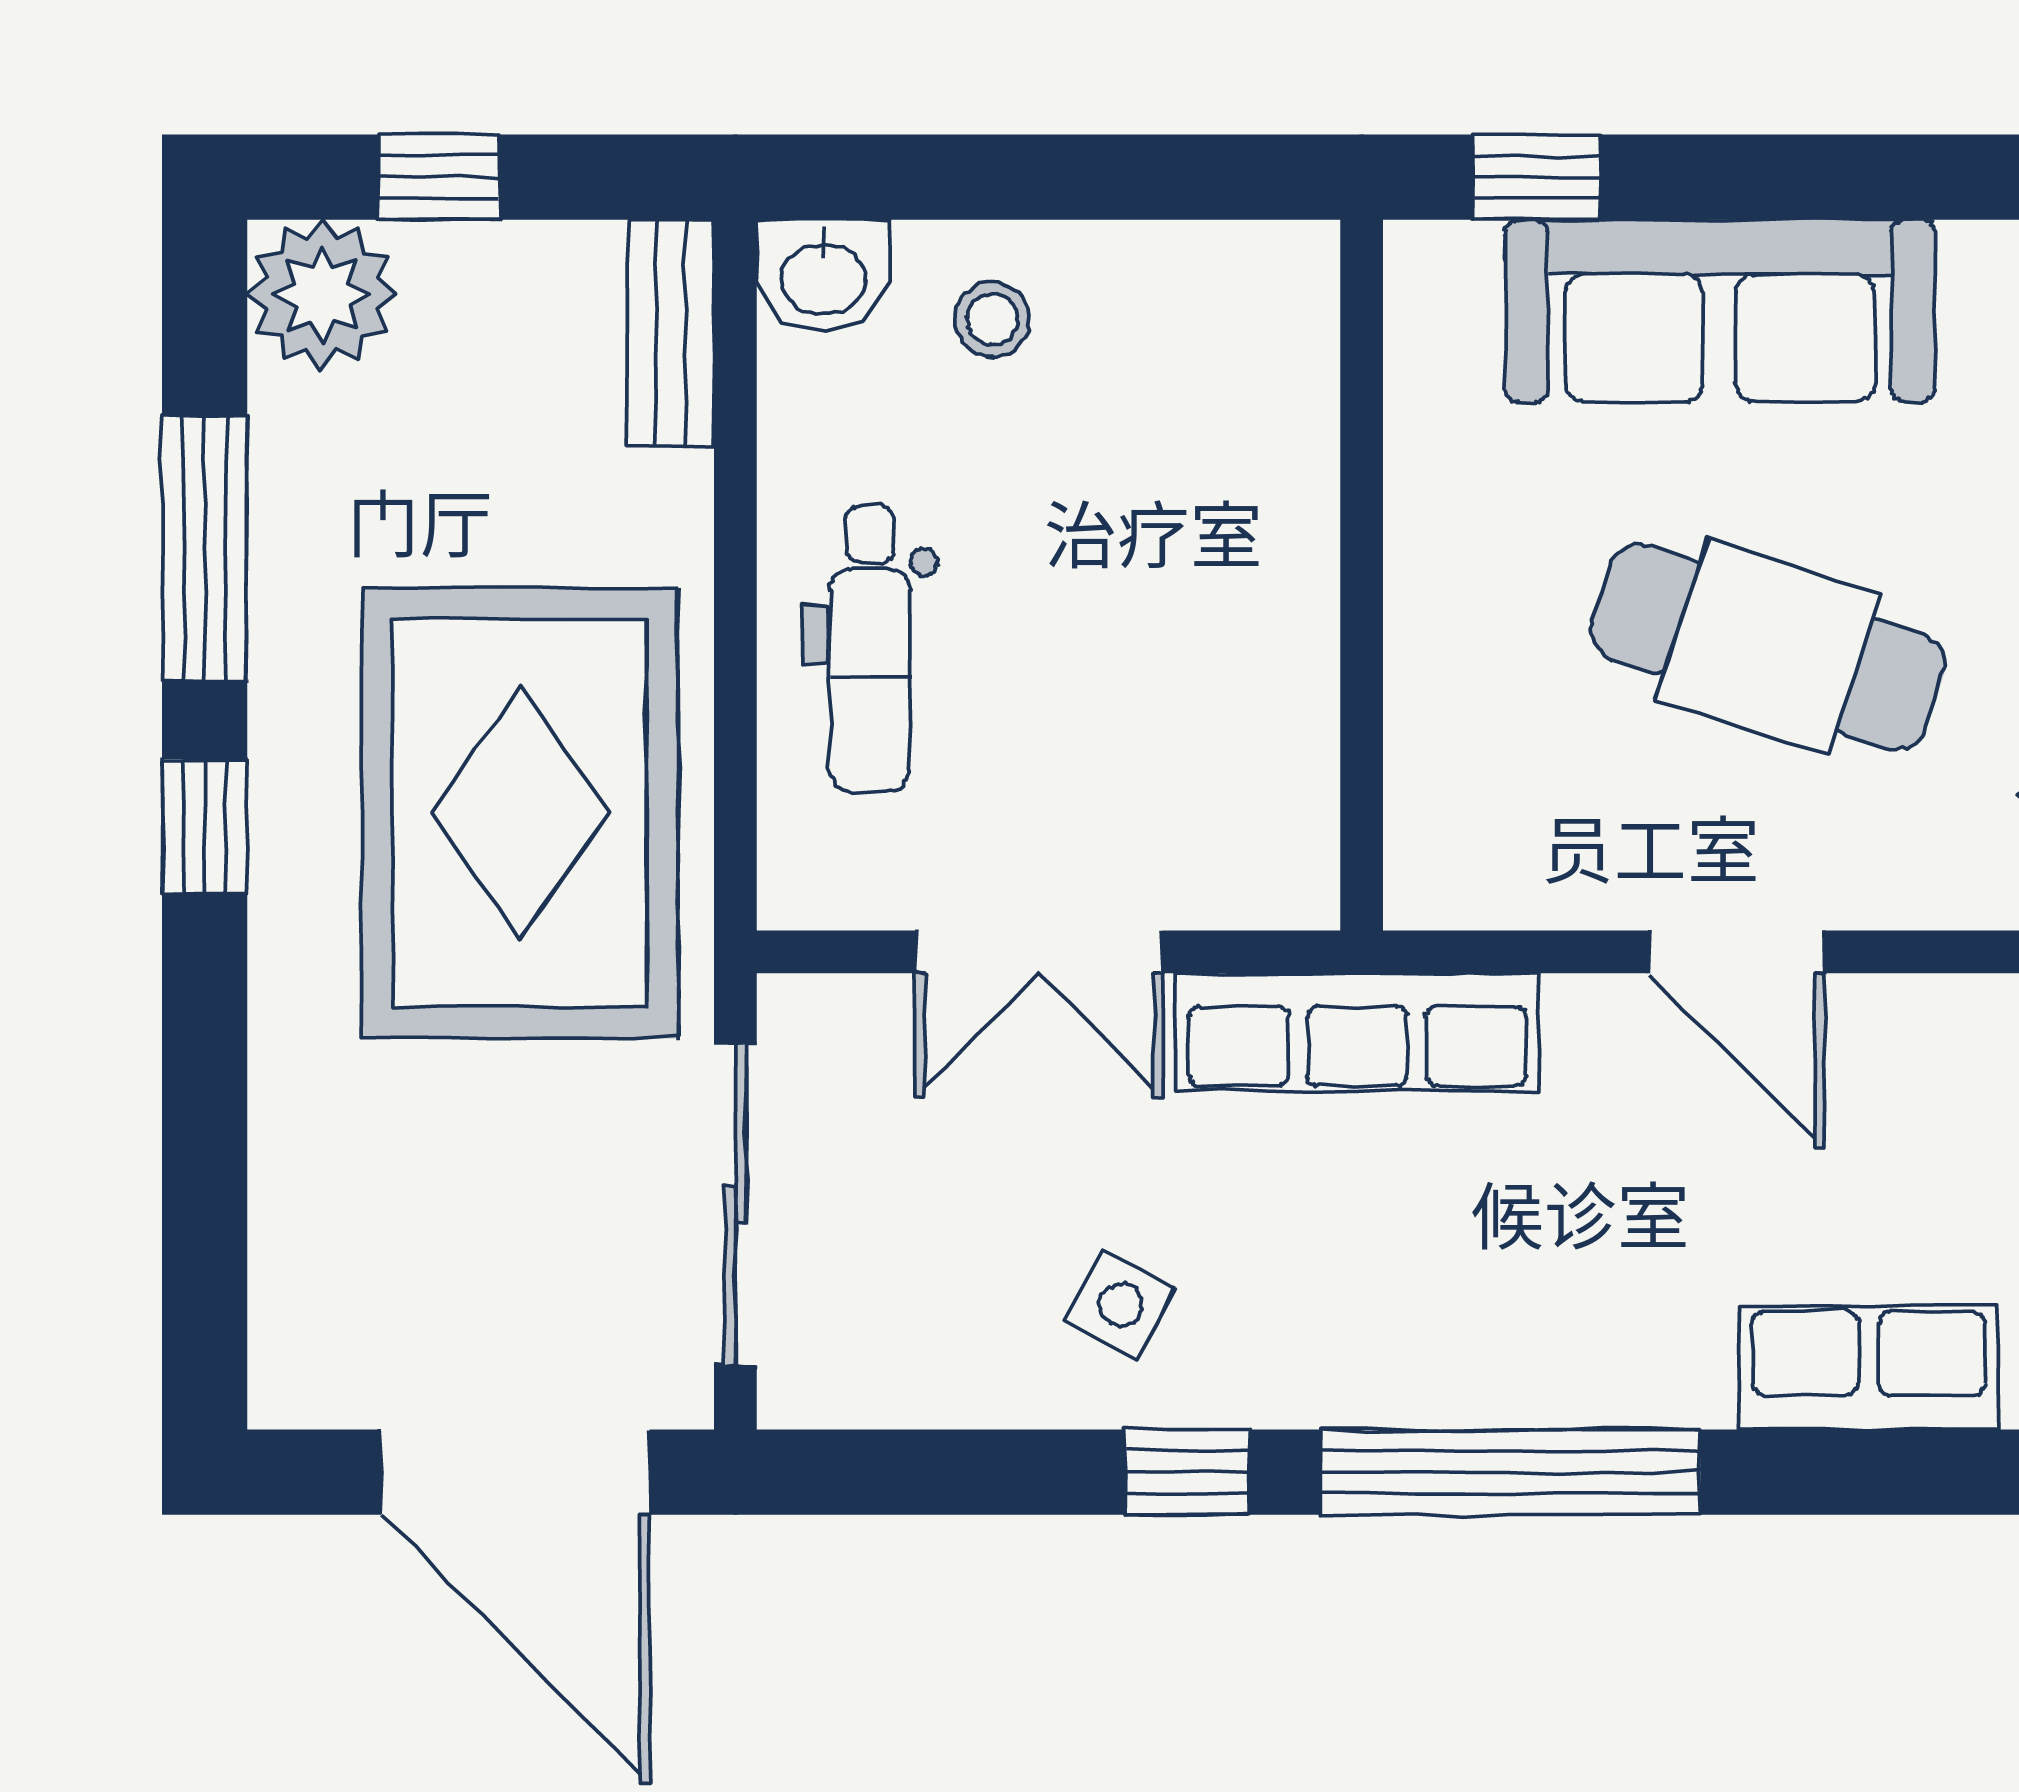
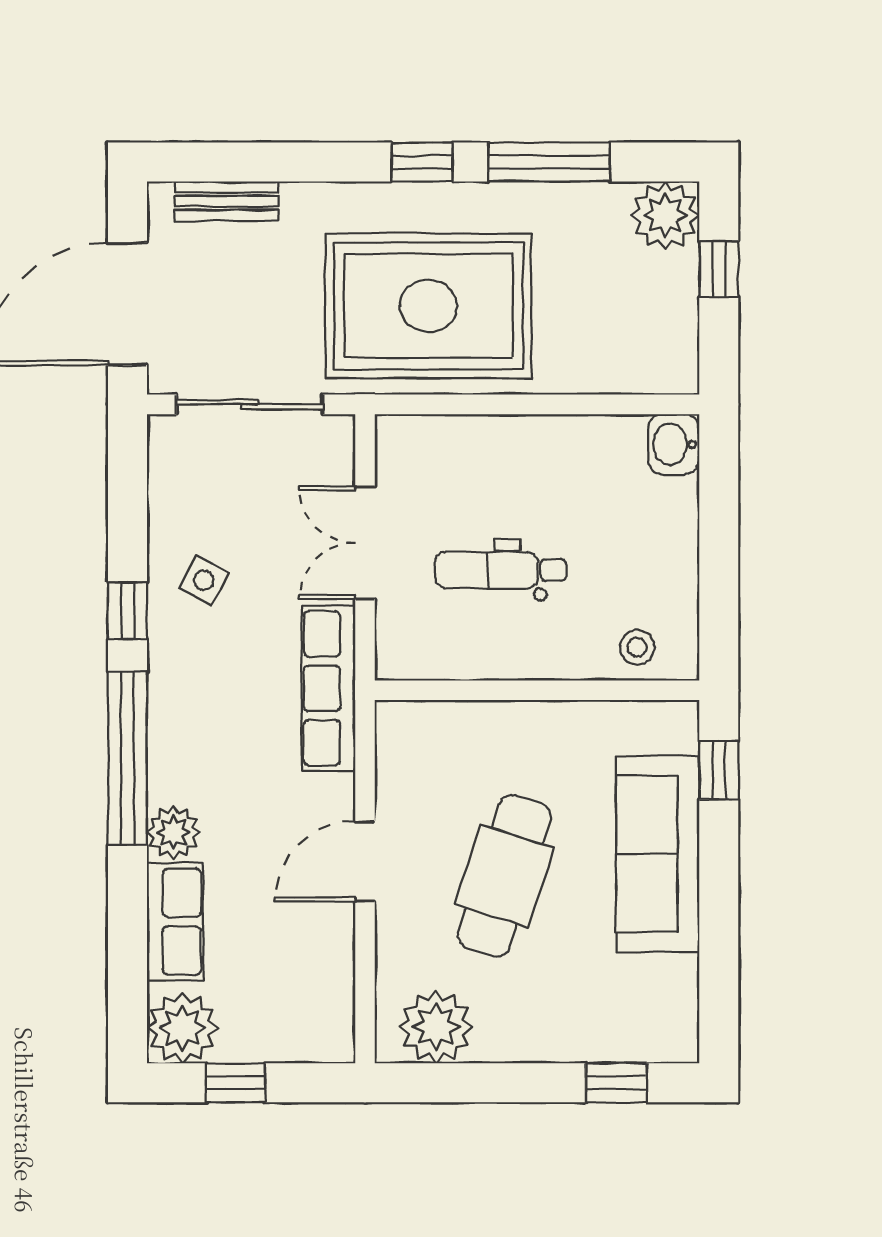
stool: (992, 320) -> (637, 647), moved
bench: (671, 333) -> (227, 201), moved
dental chair: (870, 649) -> (501, 570), moved
plant: (1673, 1372) -> (173, 832), added

